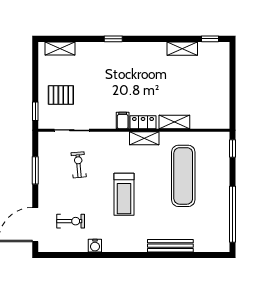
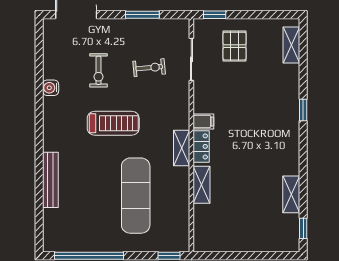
exercise mat: (183, 176) -> (136, 196), turned 90
treadmill: (124, 194) -> (113, 123), turned 180
exercise bike: (71, 221) -> (98, 70), moved

